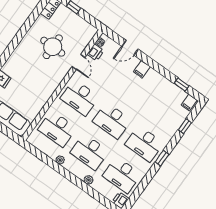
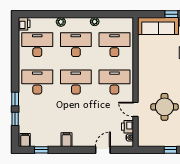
filing cabinet: (142, 69) -> (67, 140), moved
window: (162, 158) -> (15, 99), moved

